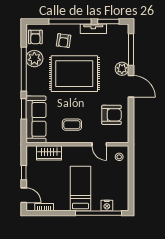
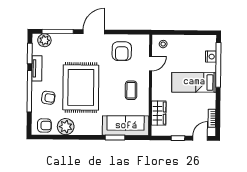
window: (24, 69) -> (76, 137), removed
plant: (122, 69) -> (44, 40), moved
armchair: (112, 115) -> (122, 51), turned 180

